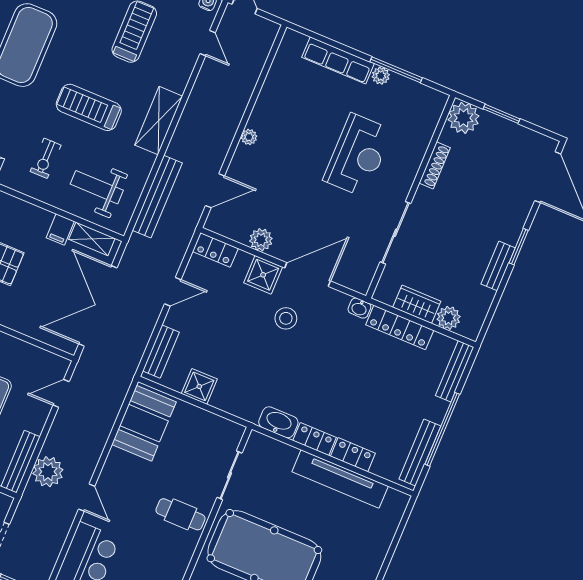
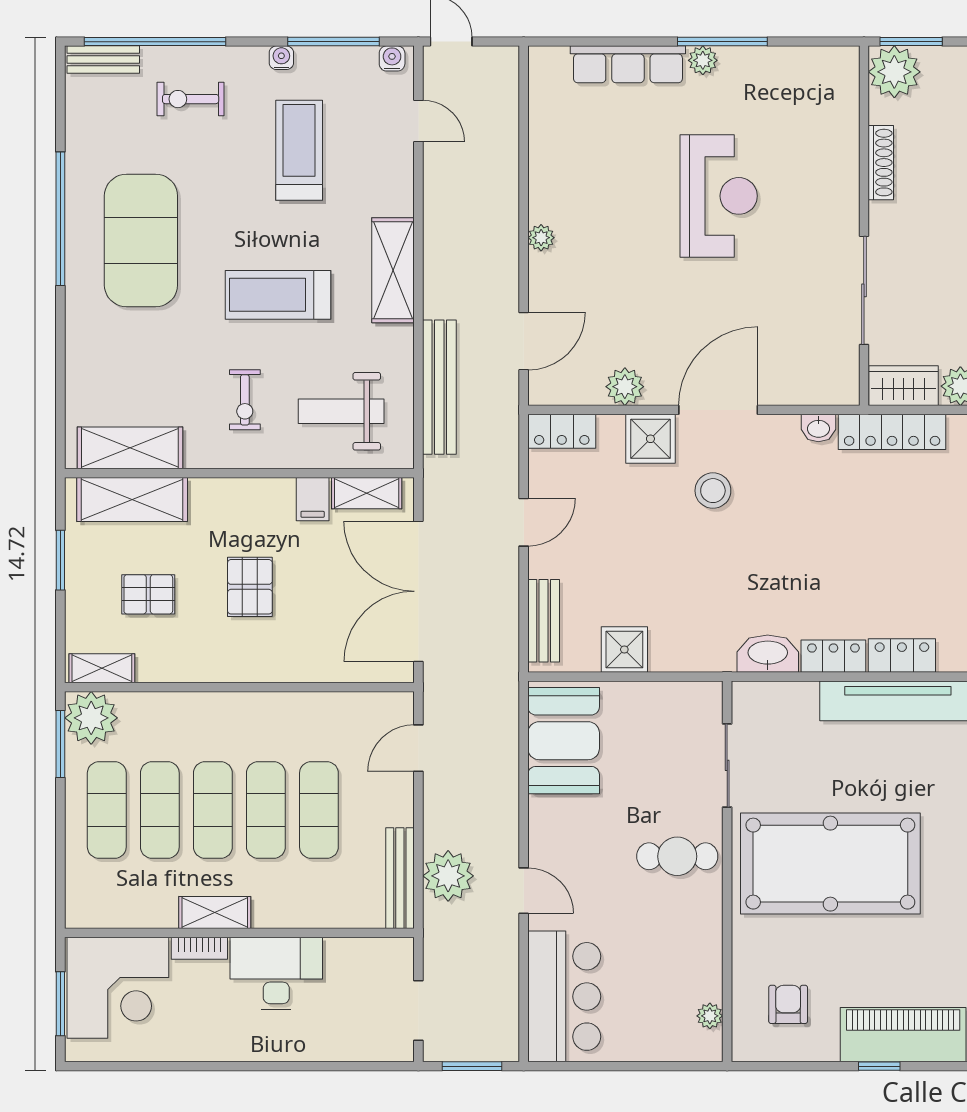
plant: (463, 118) -> (894, 72), moved
shoe rack: (435, 165) -> (881, 163), moved
wall: (411, 197) -> (864, 226), moved
sliding door: (395, 233) -> (864, 290), moved

